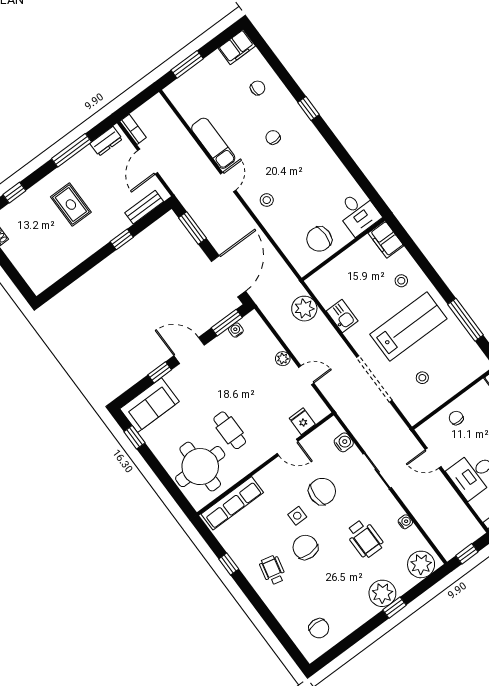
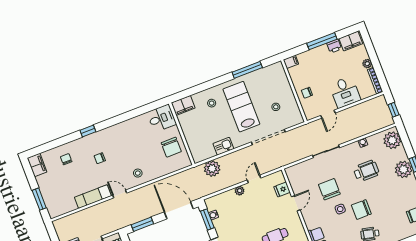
water cooler: (344, 442) -> (303, 167), removed

